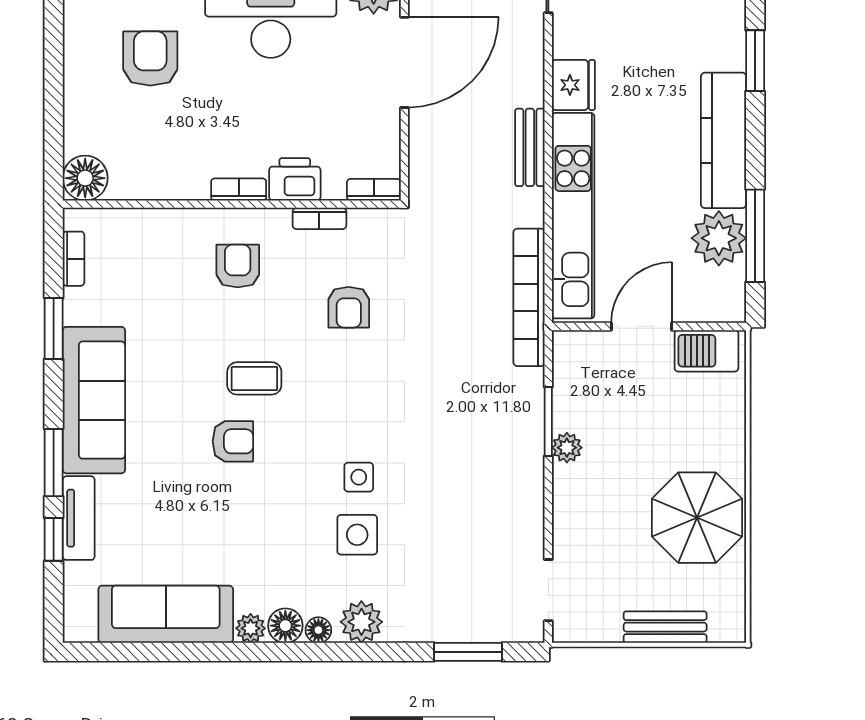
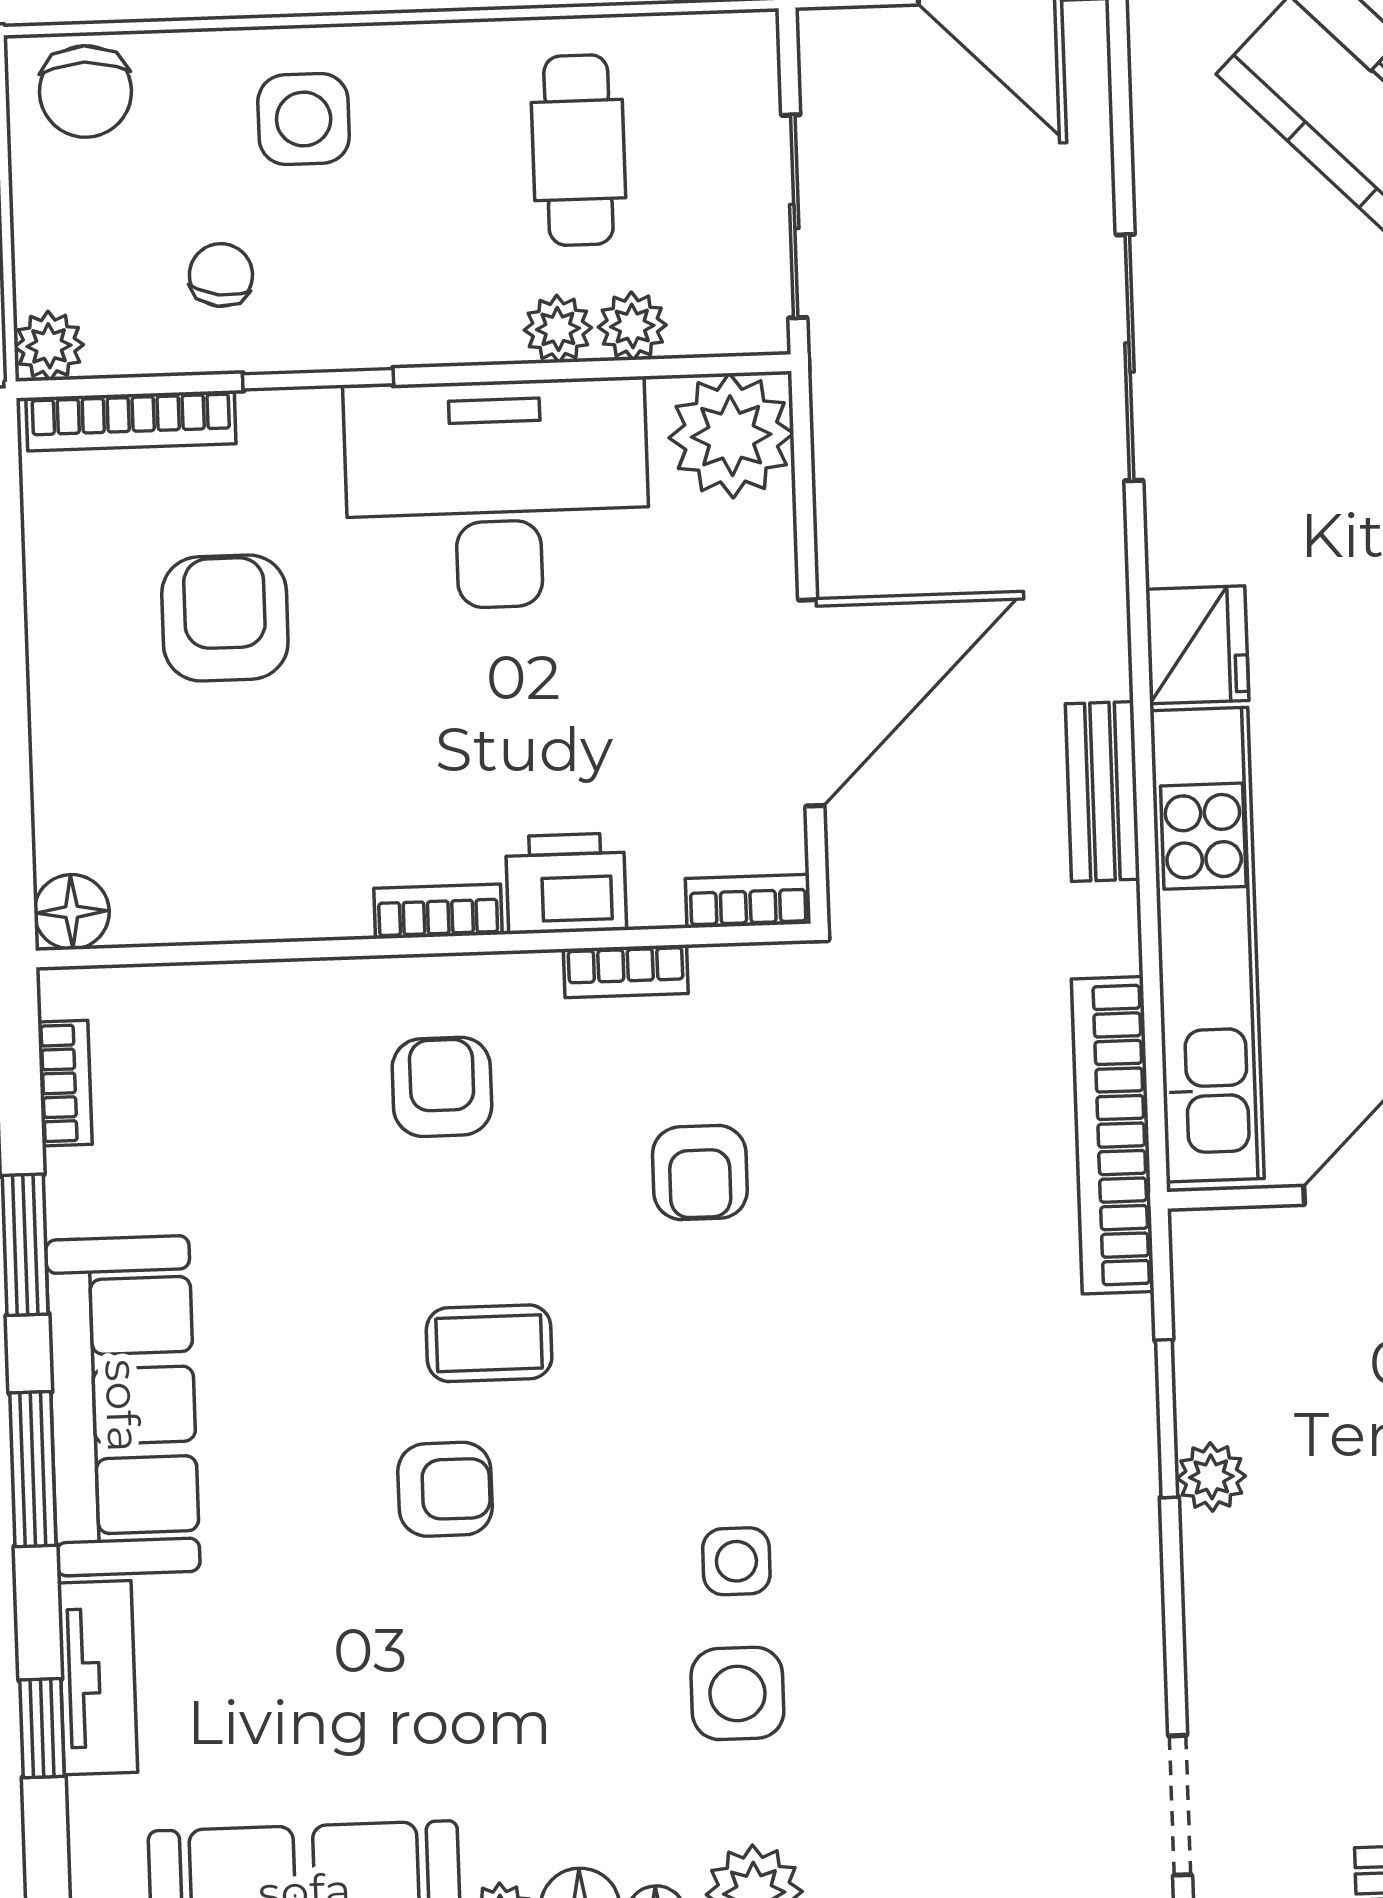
door: (404, 62) -> (811, 703), moved
floor lamp: (85, 178) -> (72, 912), width x0.73, depth x0.73
window: (54, 463) -> (33, 1469), moved

